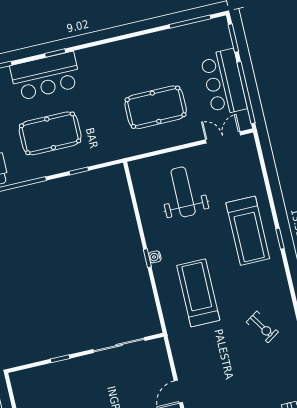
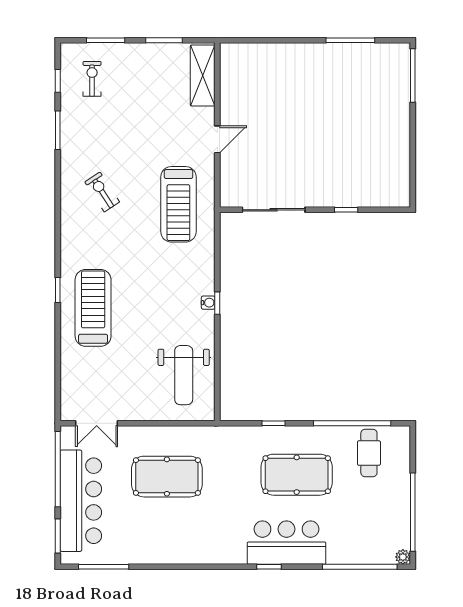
bar counter: (224, 82) -> (81, 501), width x1.36
weight bench: (183, 192) -> (184, 375), moved
treadmill: (198, 293) -> (178, 204), moved

